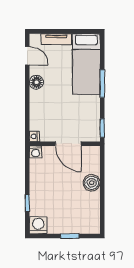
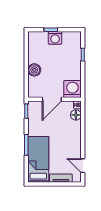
floor lamp: (36, 82) -> (76, 115), moved
door: (68, 144) -> (52, 99), swing flipped
washing machine: (36, 152) -> (72, 89), width x1.89, depth x1.89
washing machine: (38, 225) -> (55, 38), moved

